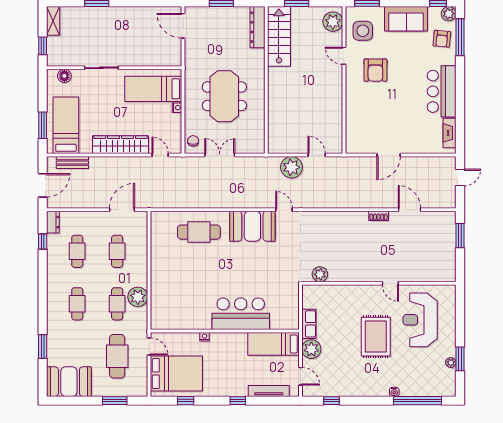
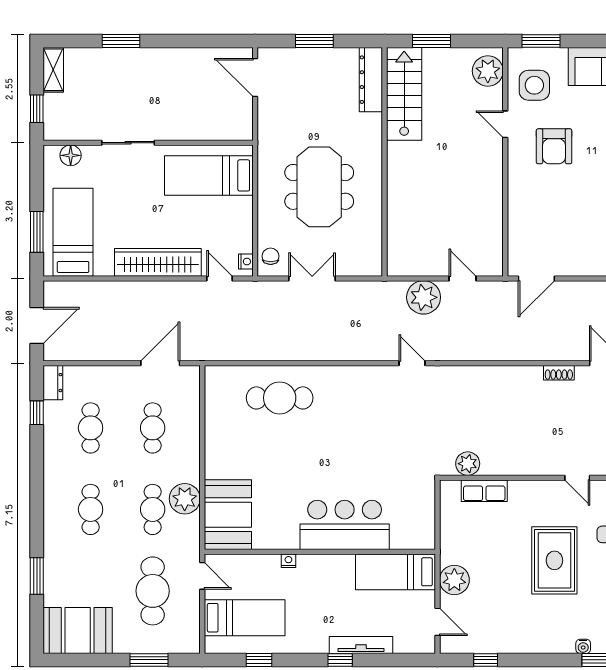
nightstand: (177, 108) -> (246, 262), moved
door: (389, 155) -> (536, 278), moved
bench: (72, 163) -> (83, 290), removed
booth: (252, 226) -> (228, 515), moved, turned 90
row of seats: (309, 324) -> (484, 491), moved, turned 90
bed: (176, 373) -> (245, 618), width x0.67
tv unit: (269, 391) -> (361, 645), moved

